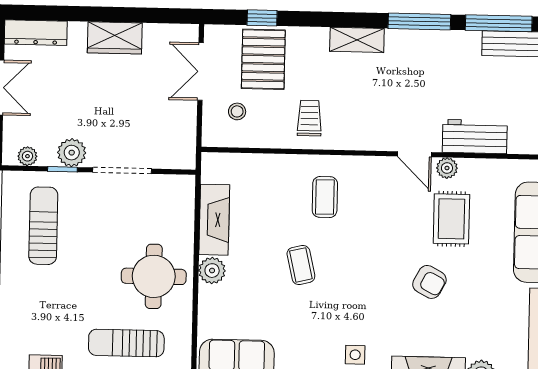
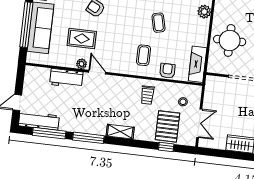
armchair: (274, 170) -> (167, 71), added
rug: (451, 219) -> (82, 38), turned 90
fireplace: (214, 220) -> (198, 64), moved
plant: (212, 271) -> (204, 12), moved
round table: (154, 276) -> (230, 40), moved

